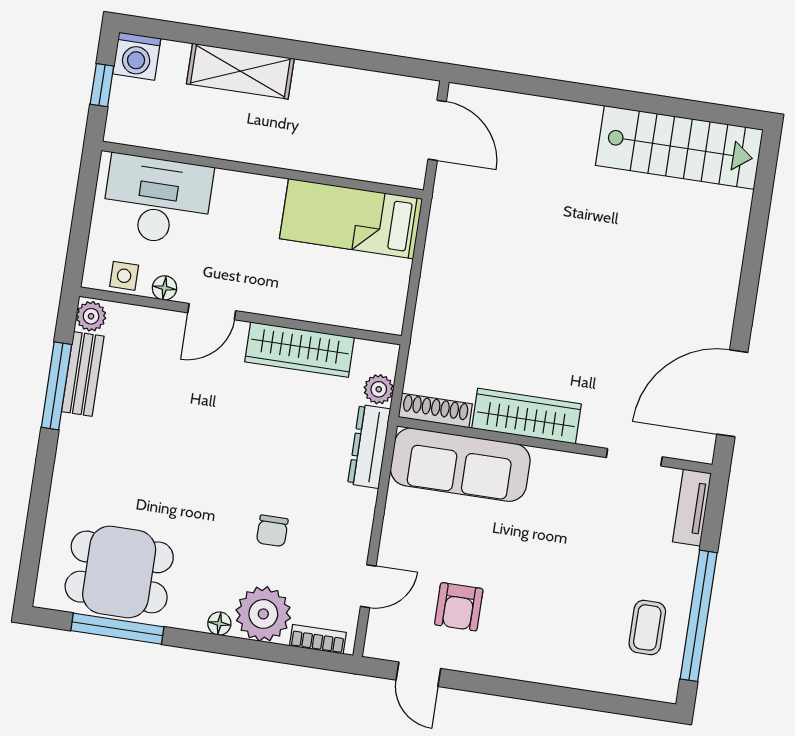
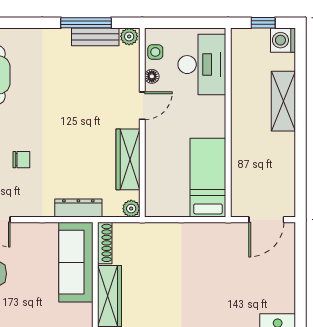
door: (212, 312) -> (142, 106), swing flipped
plant: (379, 389) -> (131, 209), moved
chair: (272, 531) -> (21, 160), turned 180

